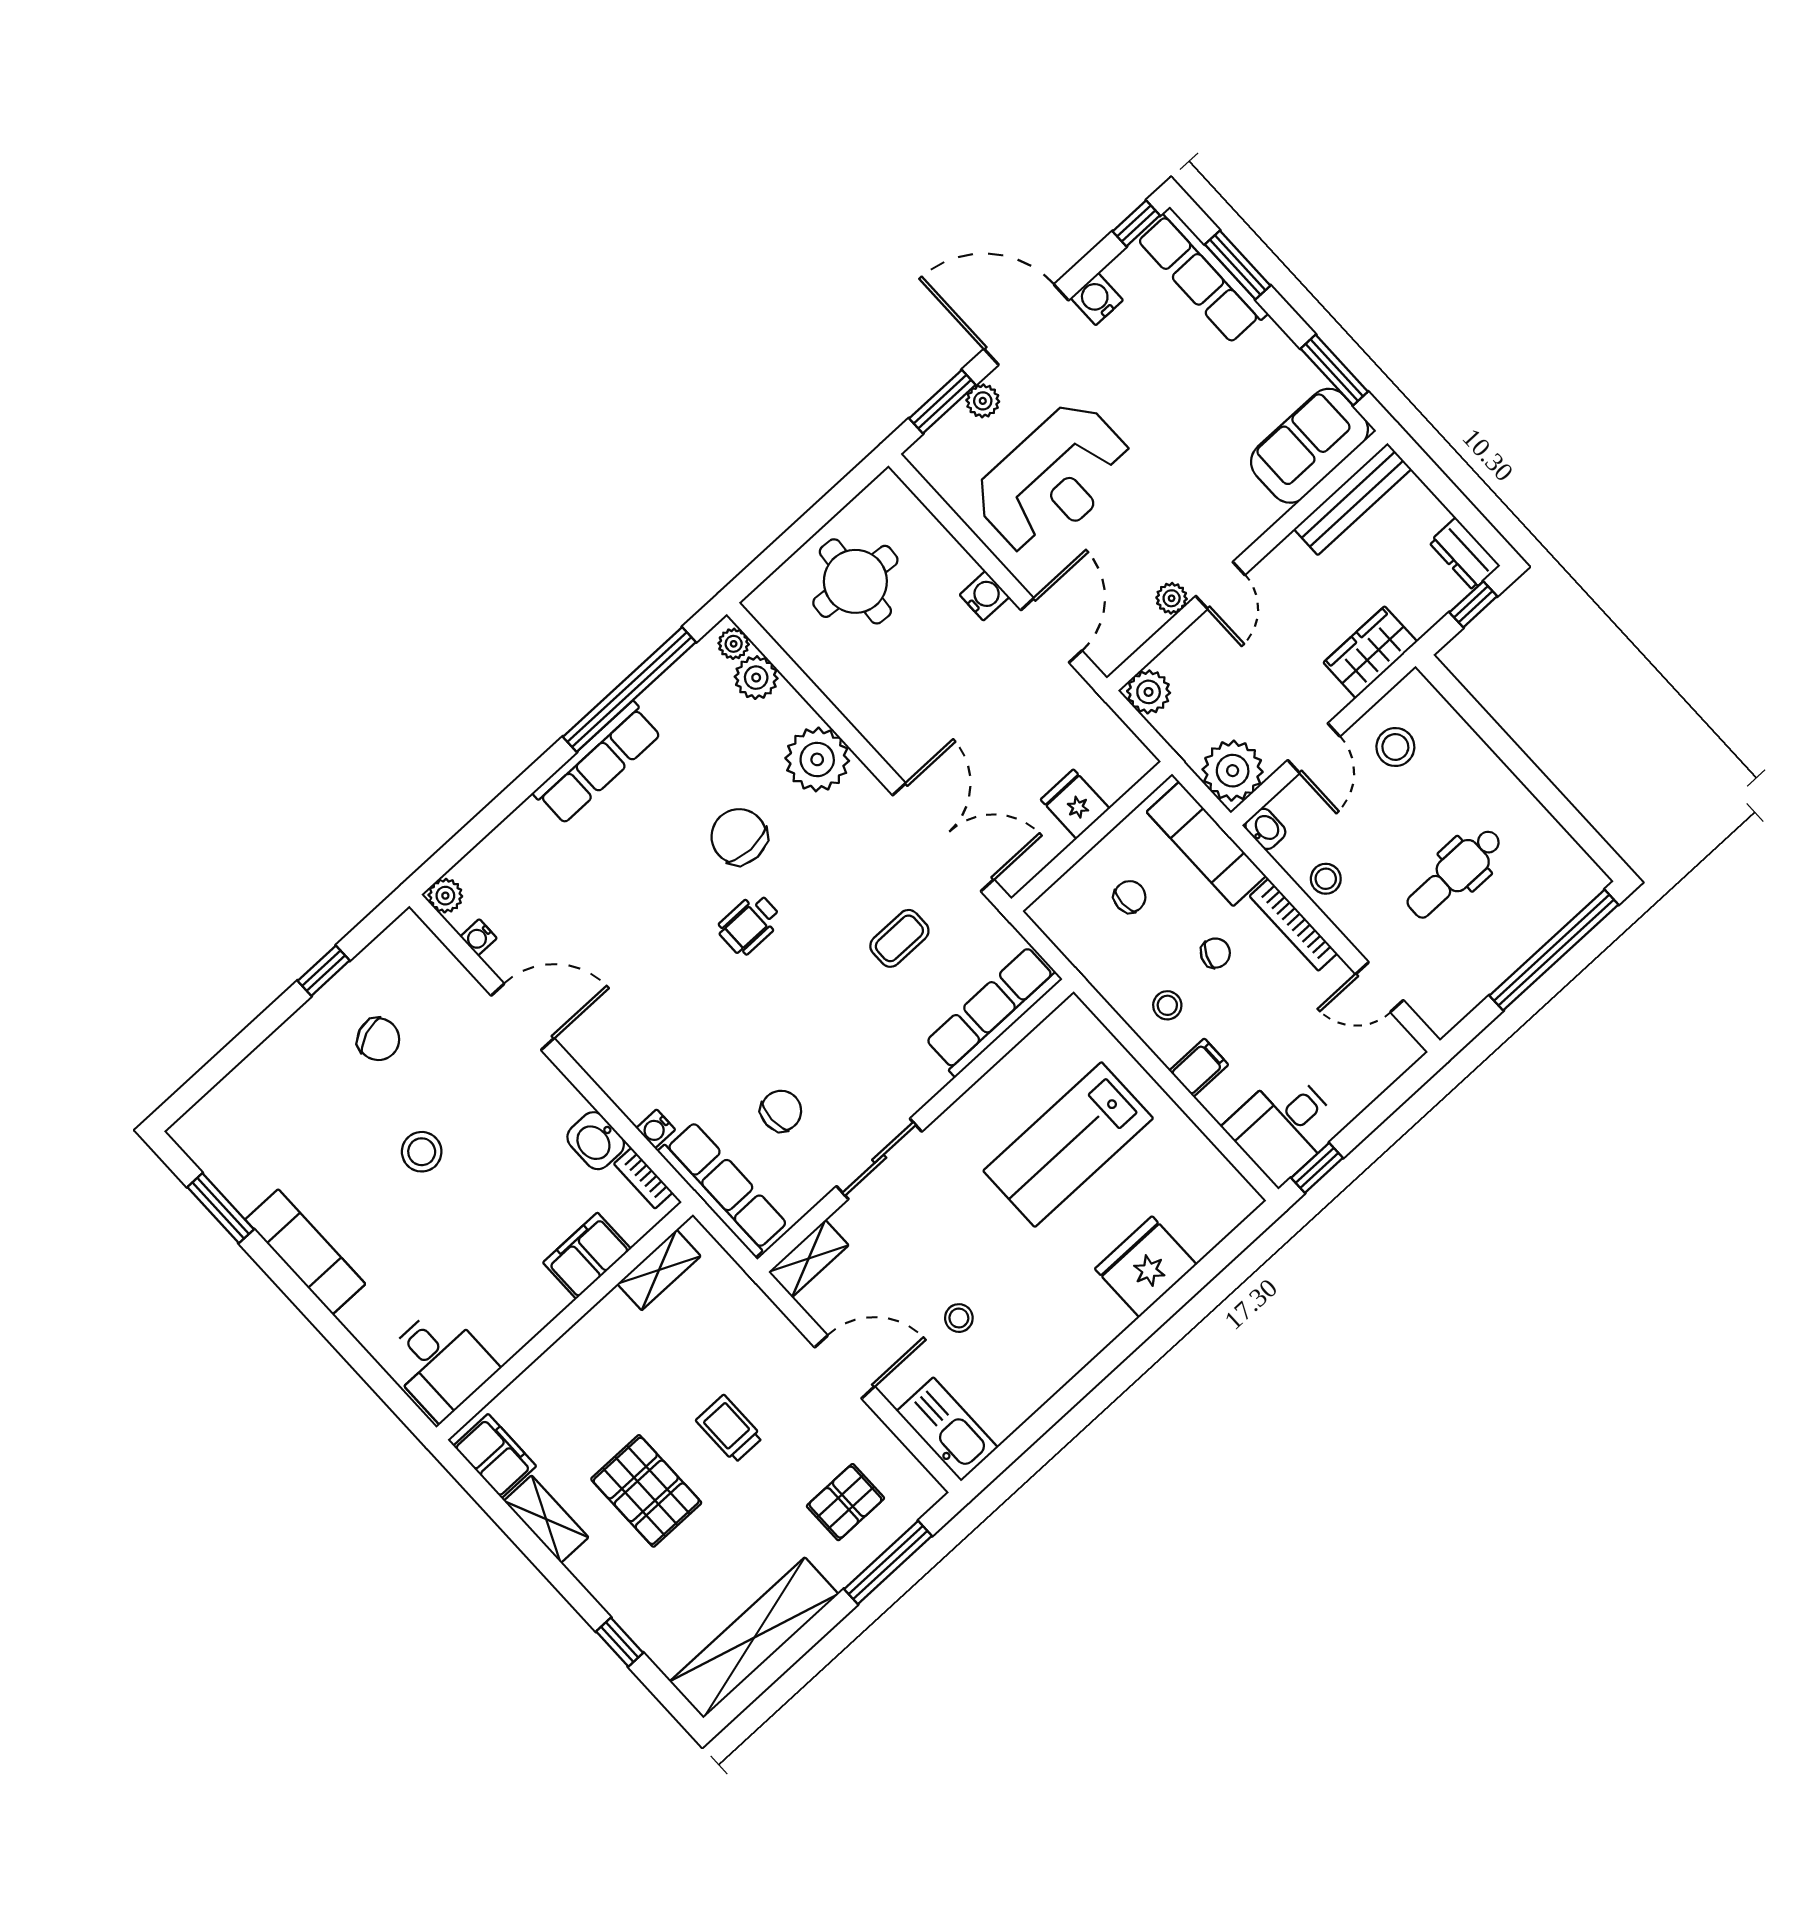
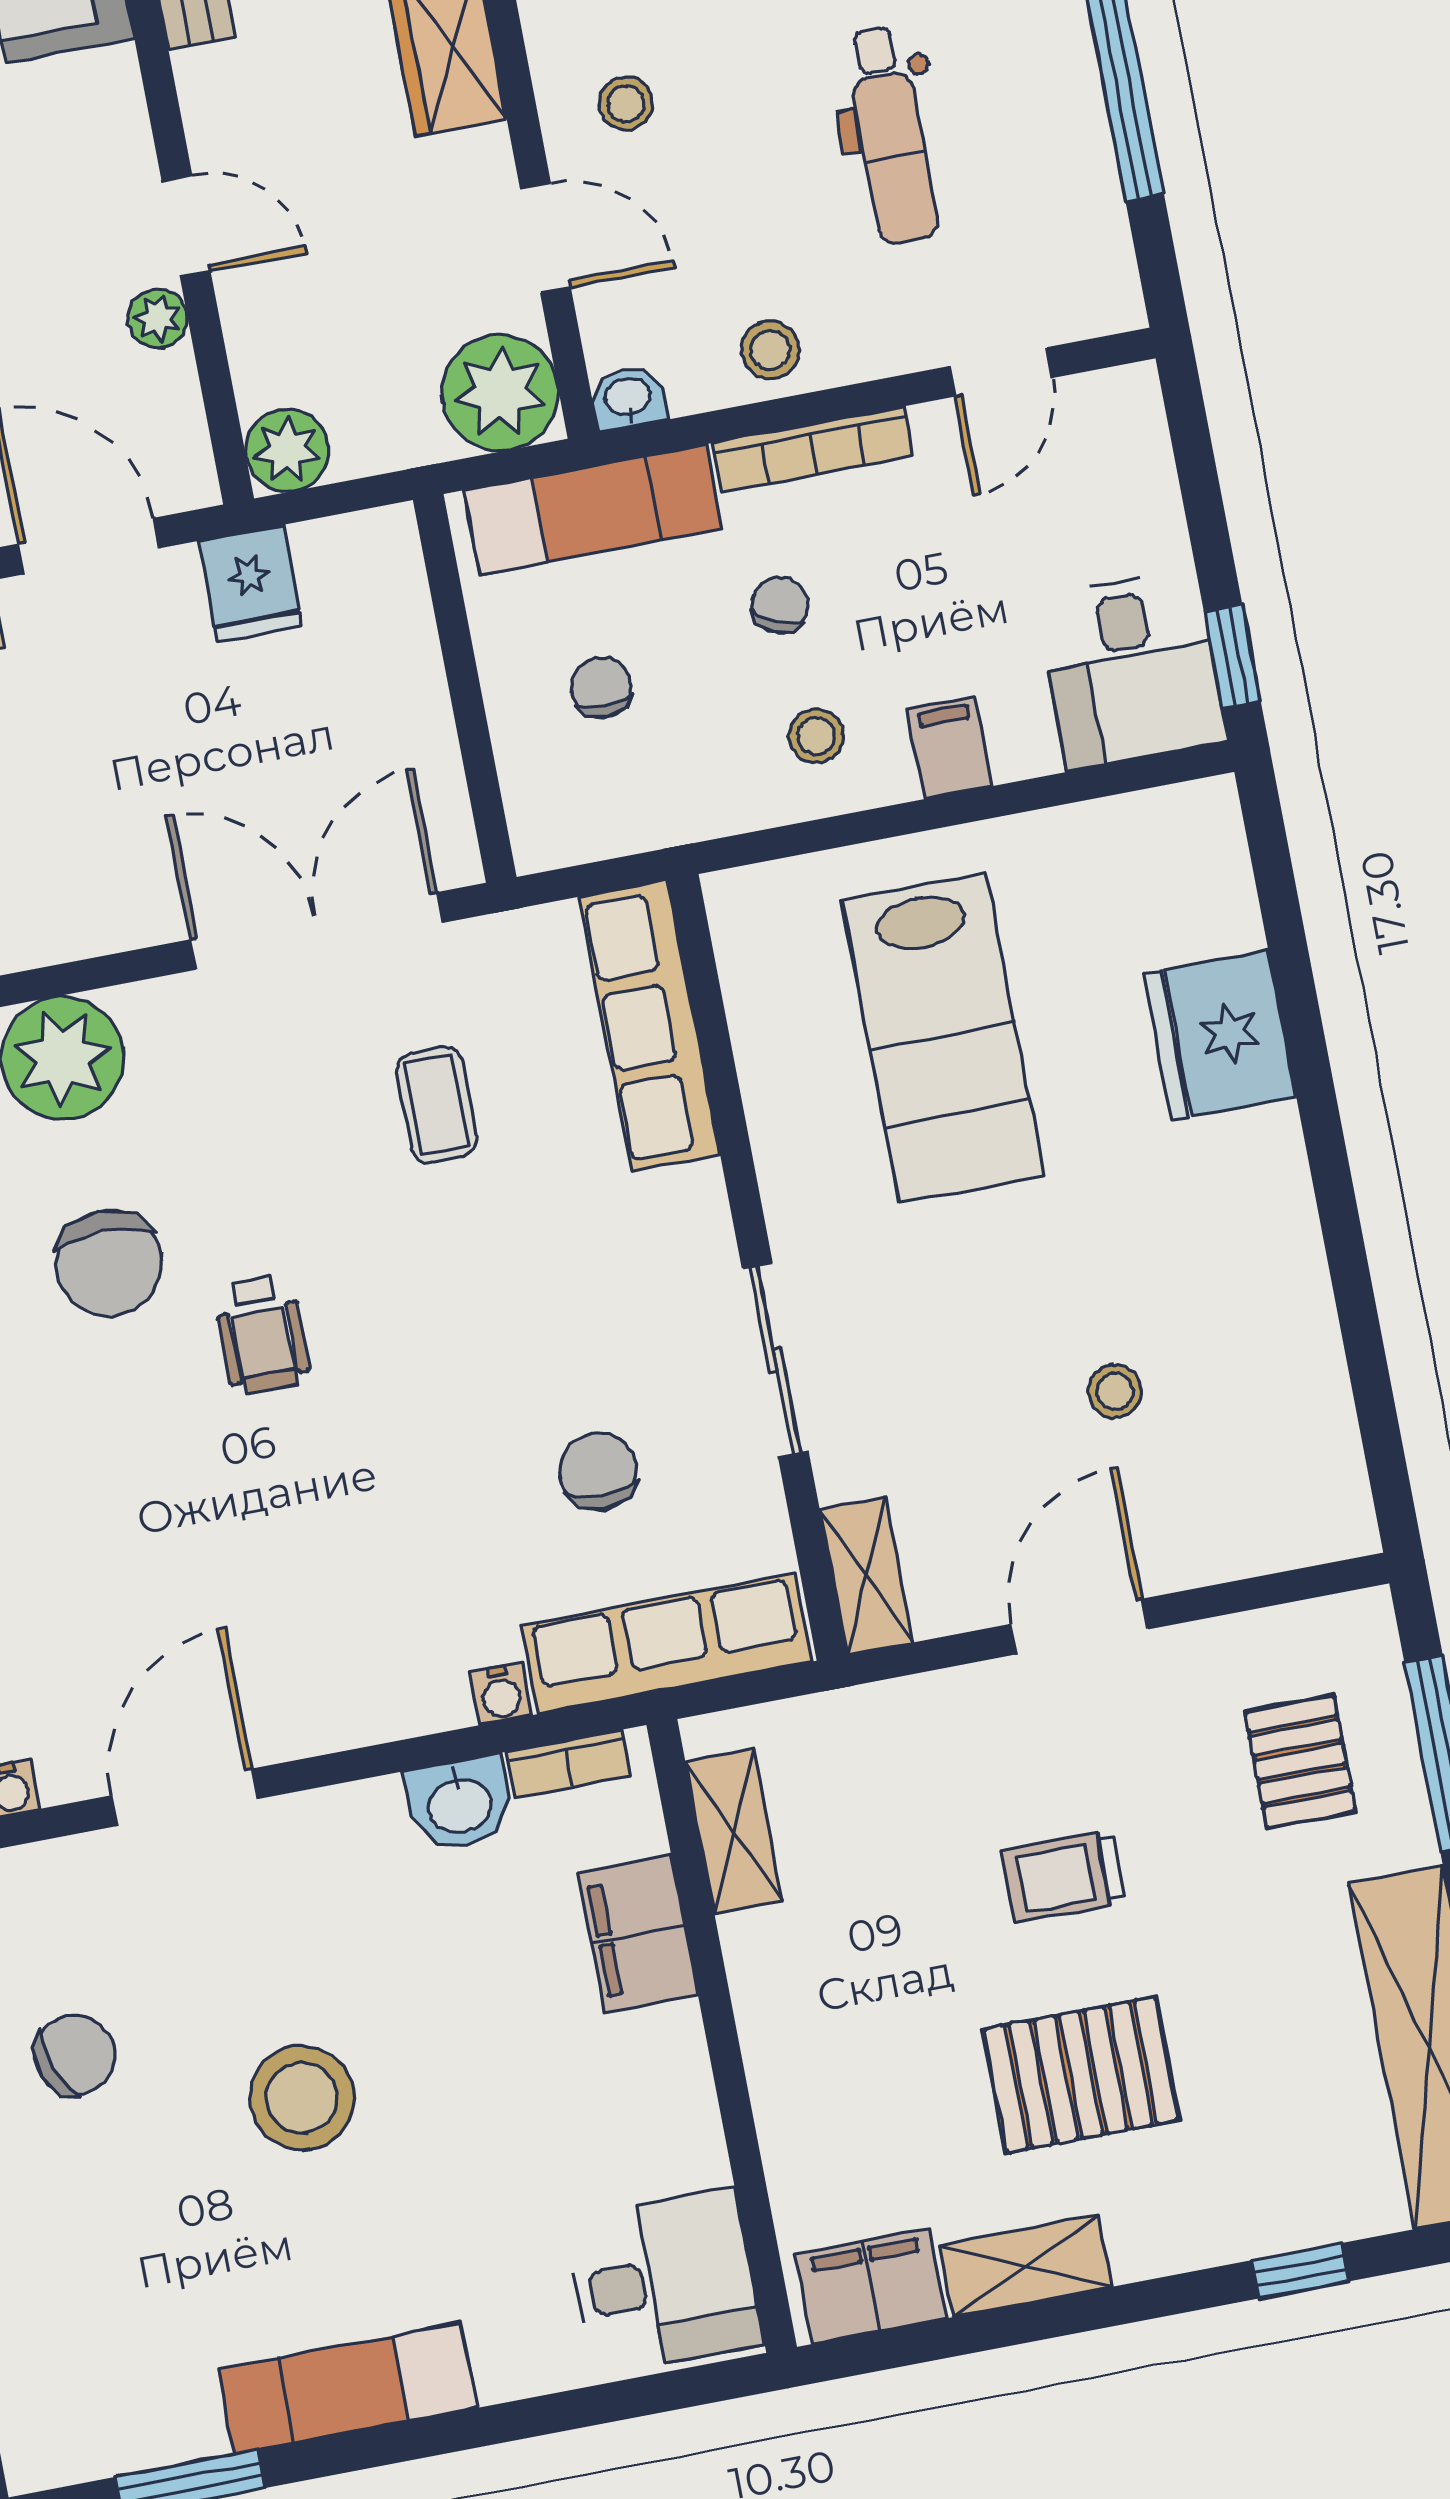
stool: (1395, 747) -> (626, 104), width x0.73, depth x0.73
fridge: (1075, 804) -> (251, 583), moved, turned -90
chair: (739, 837) -> (109, 1263), turned -90
stool: (422, 1152) -> (302, 2098), width x1.38, depth x1.38
kitchen sink: (947, 1429) -> (1284, 1522), removed

